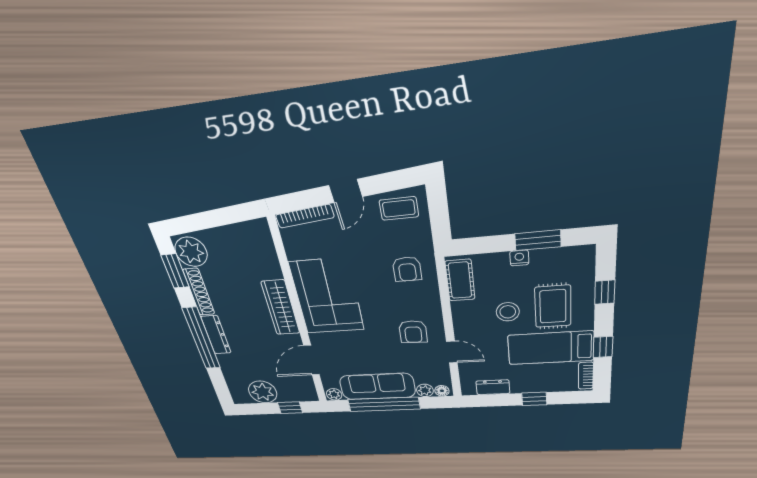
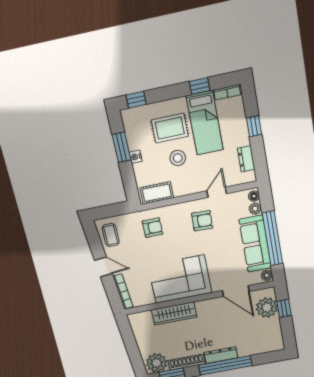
window: (605, 292) -> (136, 100), moved
wardrobe: (281, 308) -> (174, 313), moved
plant: (263, 392) -> (267, 308), moved

